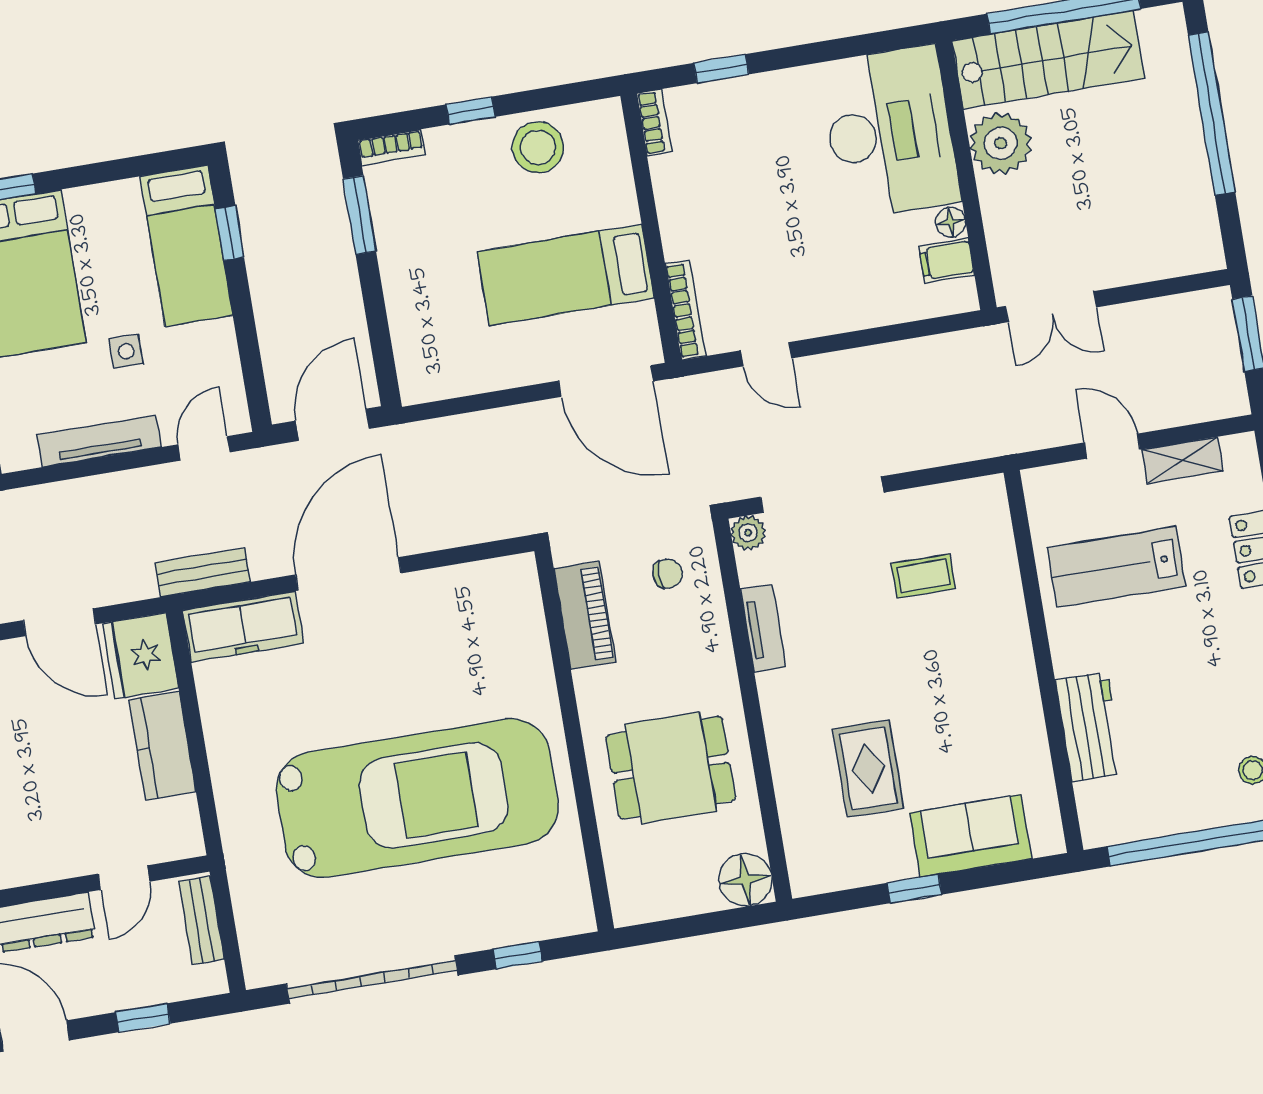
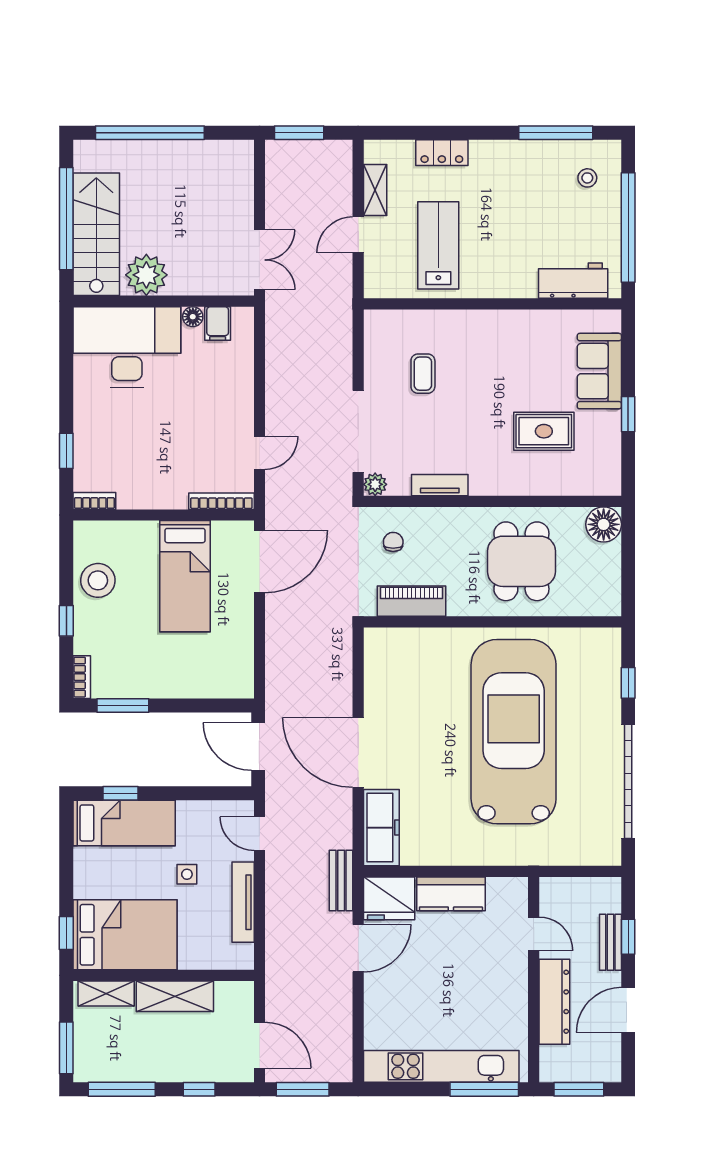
lab bench: (1116, 567) -> (438, 245), turned 180
bench: (203, 572) -> (341, 880), moved
workbench: (1090, 727) -> (573, 281), moved
bench: (201, 920) -> (610, 942), moved, turned 90

